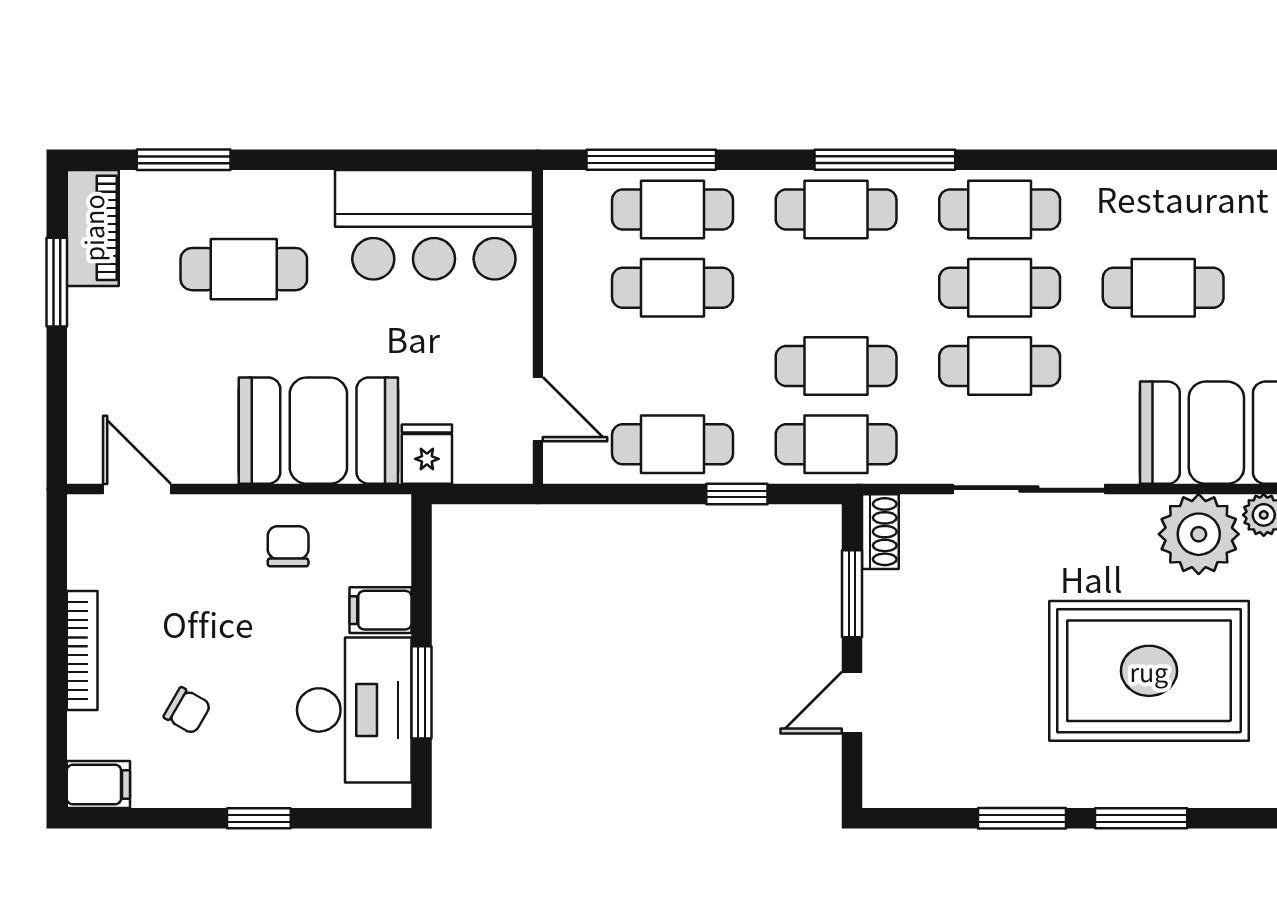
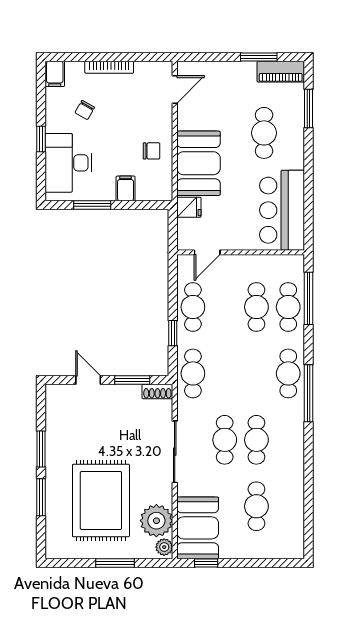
cafe table: (1000, 210) -> (288, 440), removed
cafe table: (836, 366) -> (225, 373), removed
desk: (354, 710) -> (68, 163), moved, turned 90

